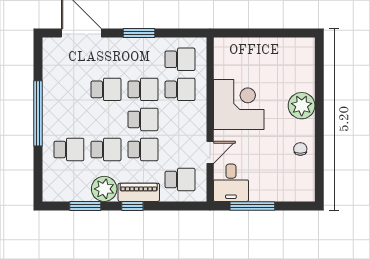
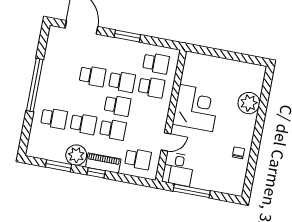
plant: (302, 106) -> (249, 103), moved

